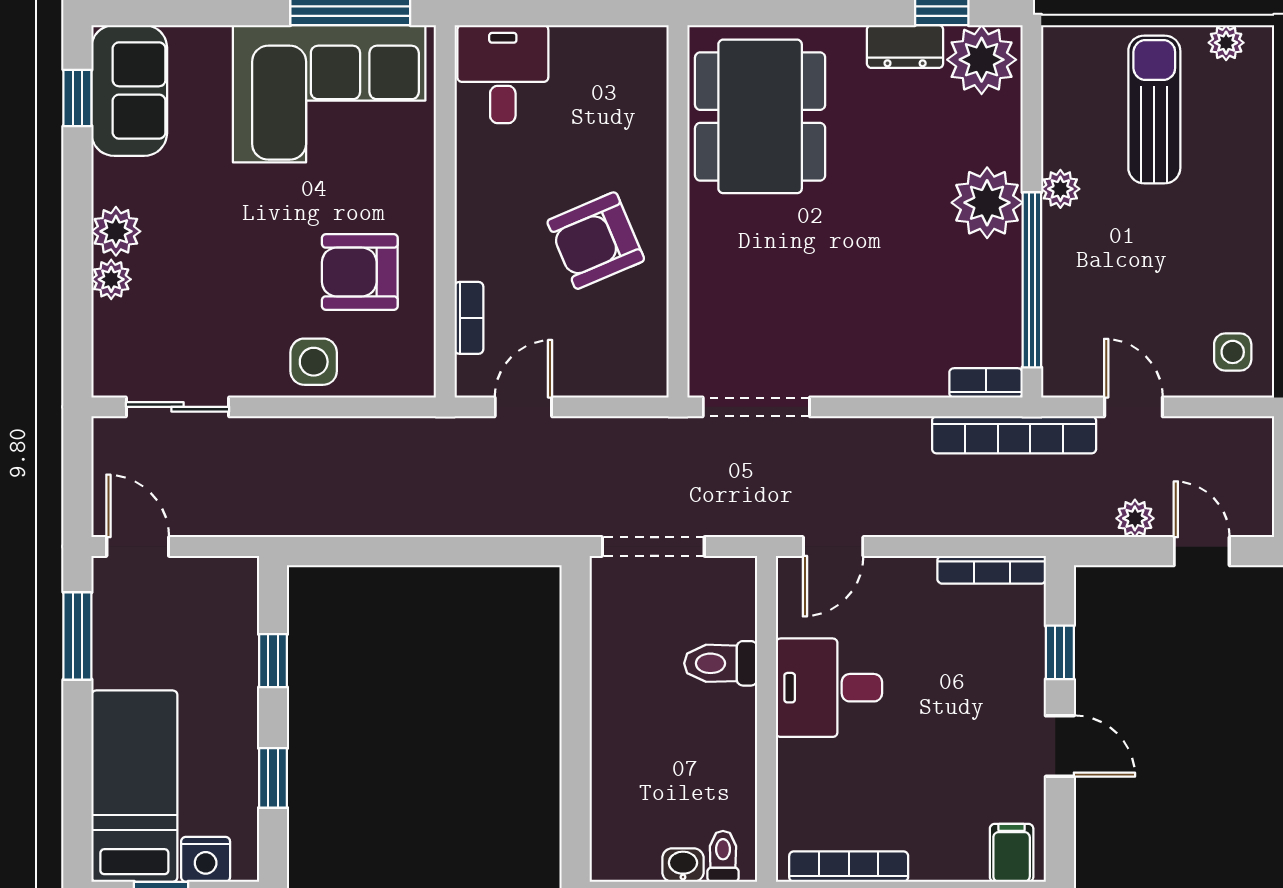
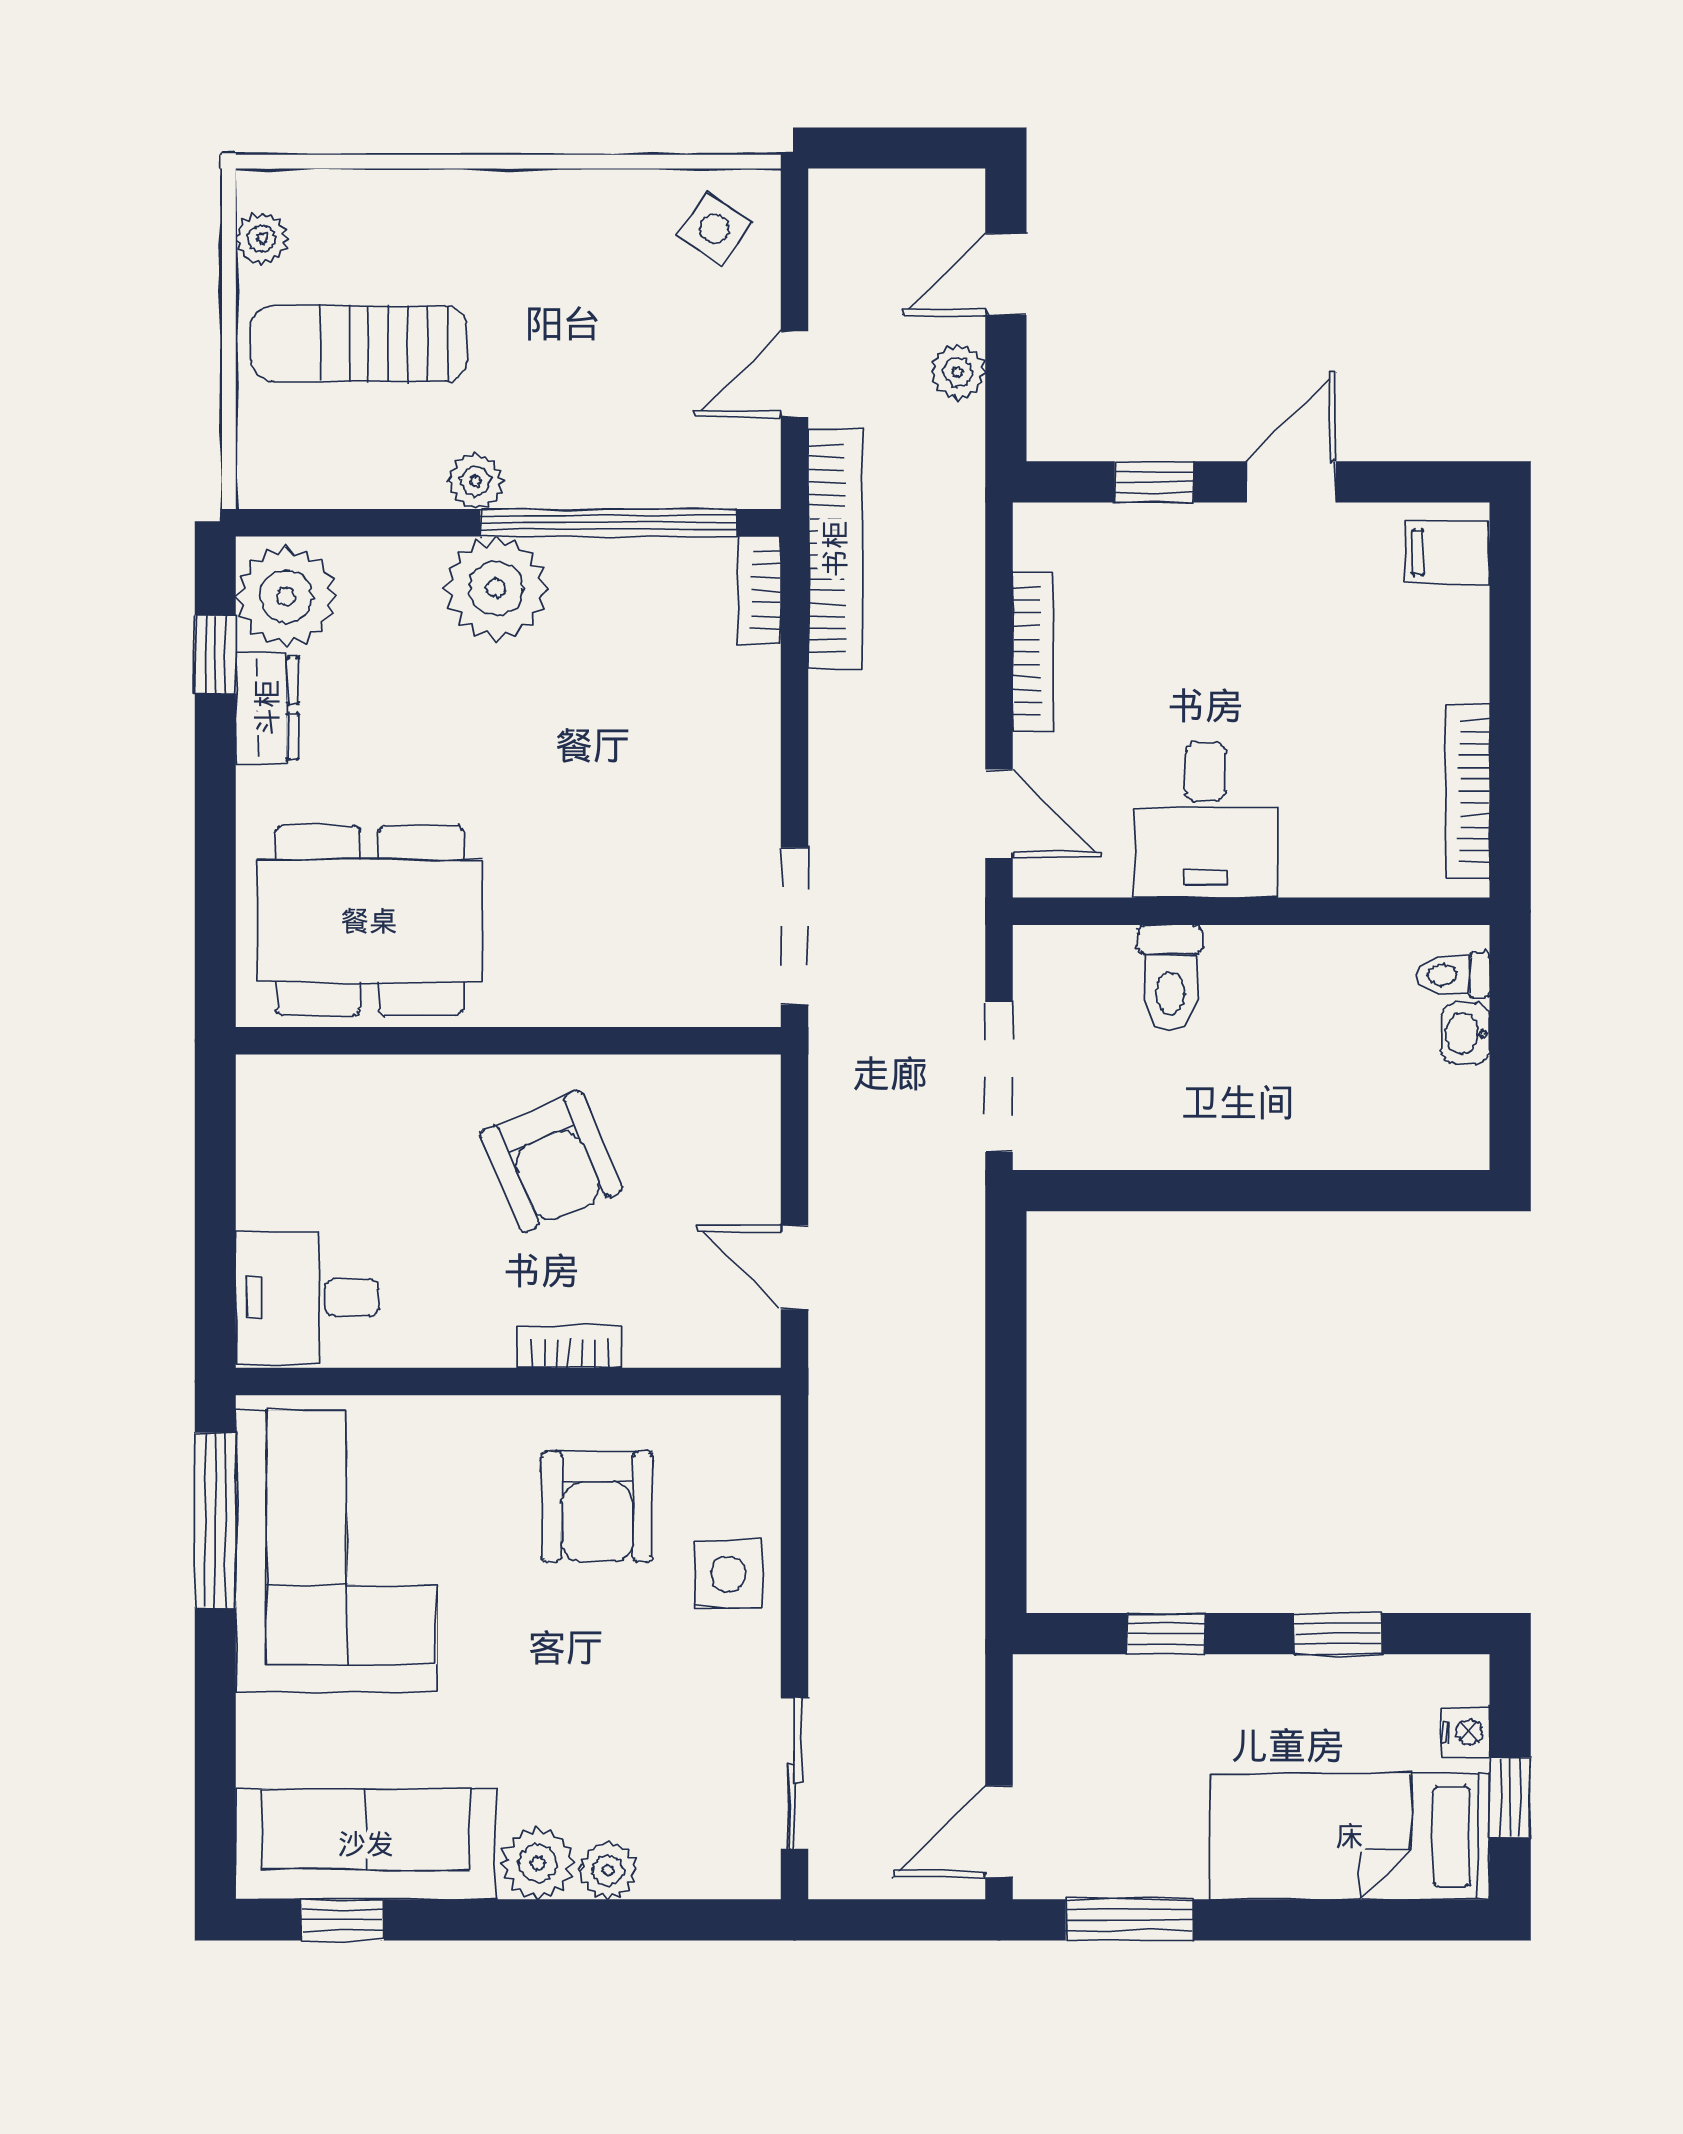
sofa: (129, 90) -> (366, 1844), width x1.36
bookcase: (469, 318) -> (570, 1347), moved
side table: (1233, 352) -> (714, 229), turned 35
bookcase: (992, 570) -> (1033, 651), moved
nightstand: (206, 859) -> (1465, 1732), width x0.72, depth x0.74

